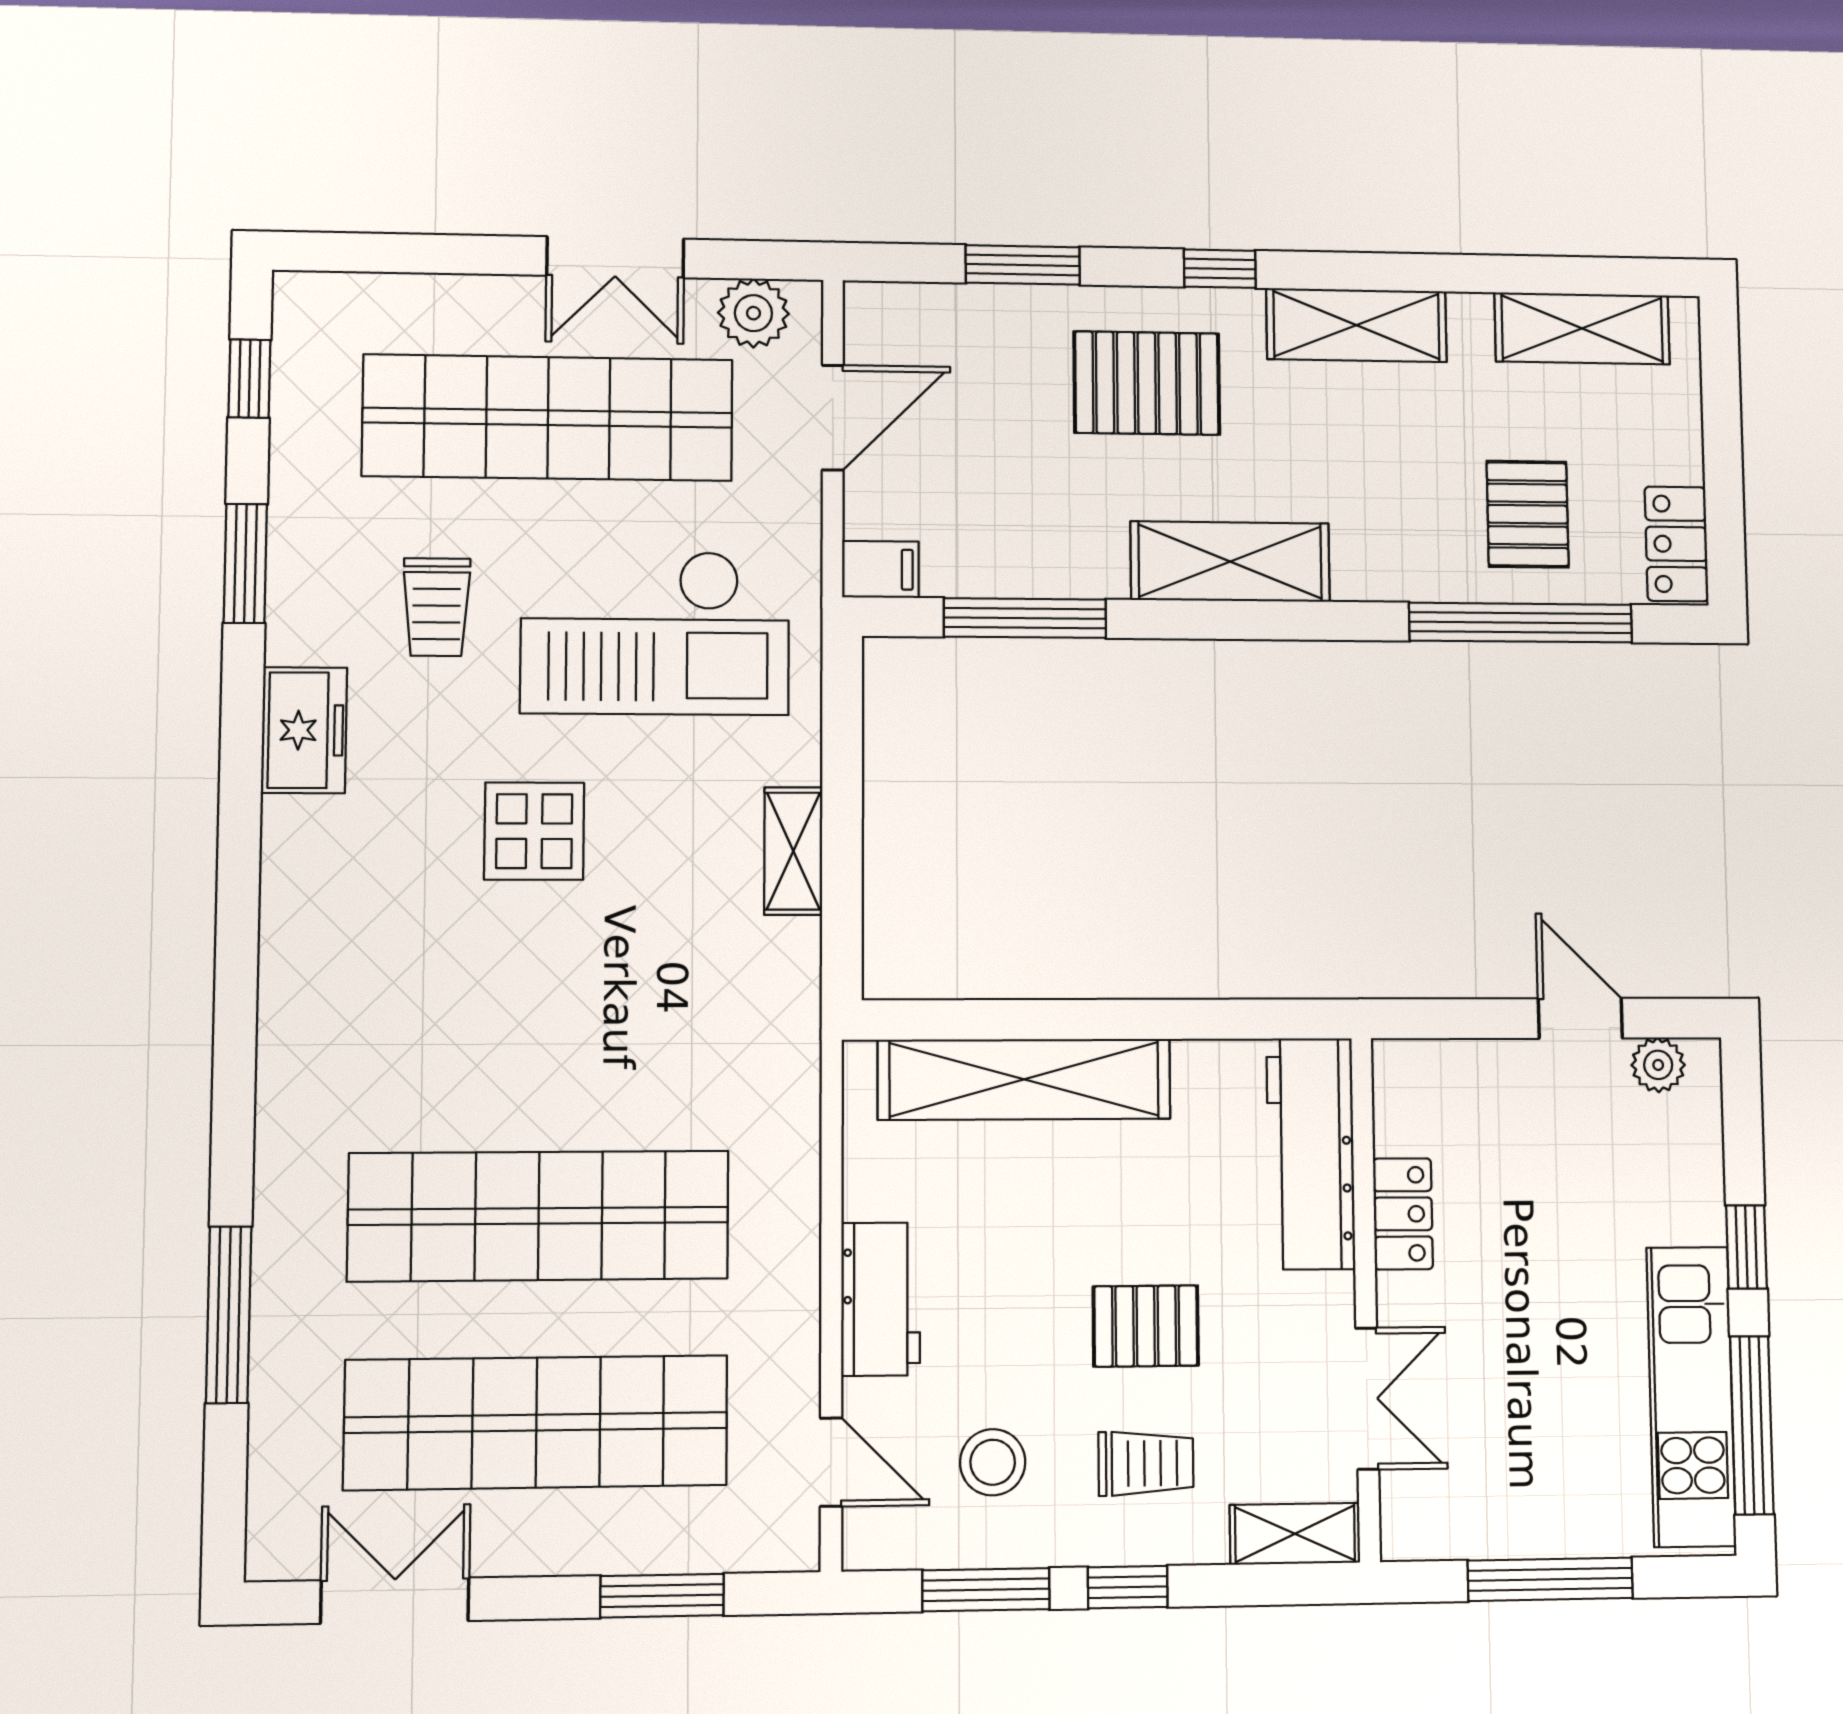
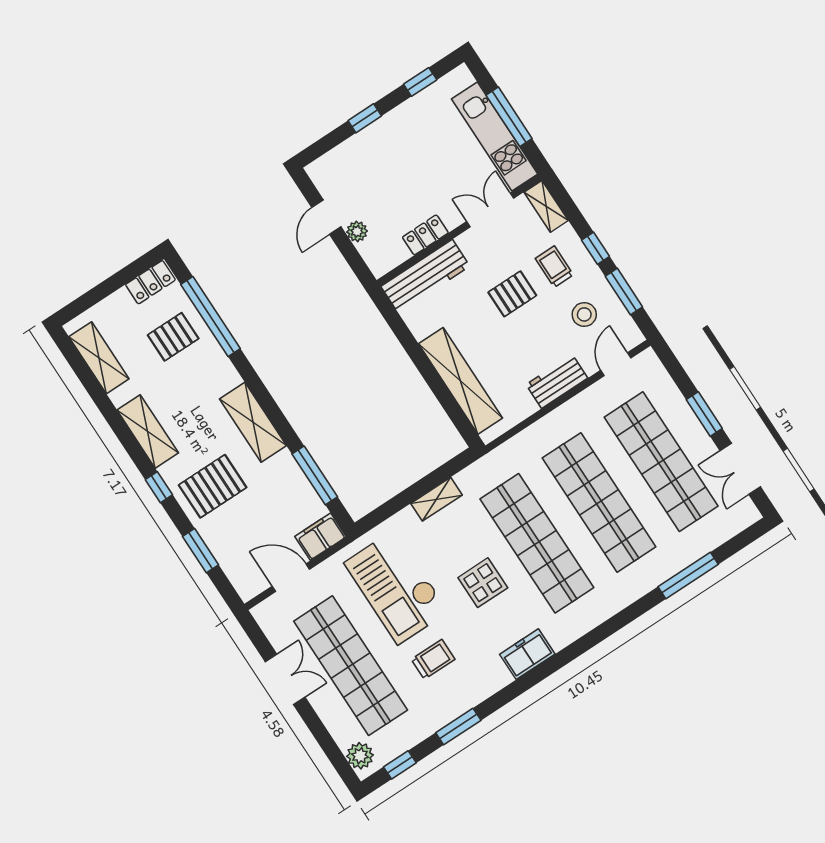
plant: (753, 313) -> (360, 756), moved
pallet: (1147, 383) -> (213, 486), turned 90
filing cabinet: (881, 569) -> (321, 537), width x2.00
checkout: (655, 632) -> (396, 587), turned 180
freezer: (304, 730) -> (527, 654), moved
shop shelf: (541, 1012) -> (537, 543), added
plant: (1658, 1065) -> (357, 231), moved
pallet: (1146, 1326) -> (512, 294), turned 90
kitchen unit: (1691, 1396) -> (495, 137), moved, turned 90
window: (1752, 1425) -> (420, 82), width x0.46
window: (662, 1596) -> (704, 414), moved

